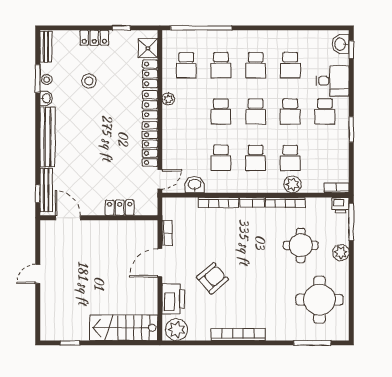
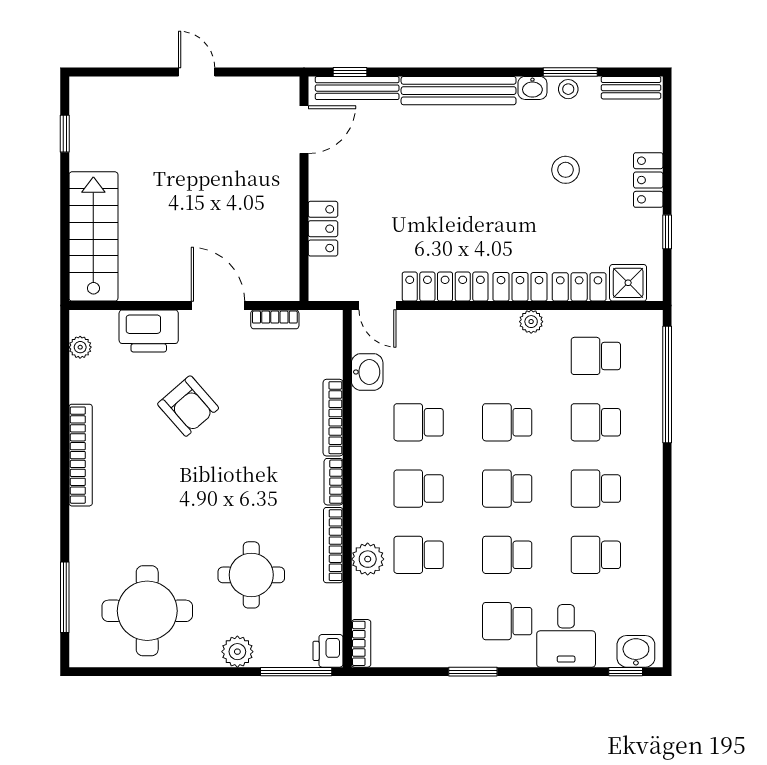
plant: (177, 330) -> (80, 347), width x0.53, depth x0.53

